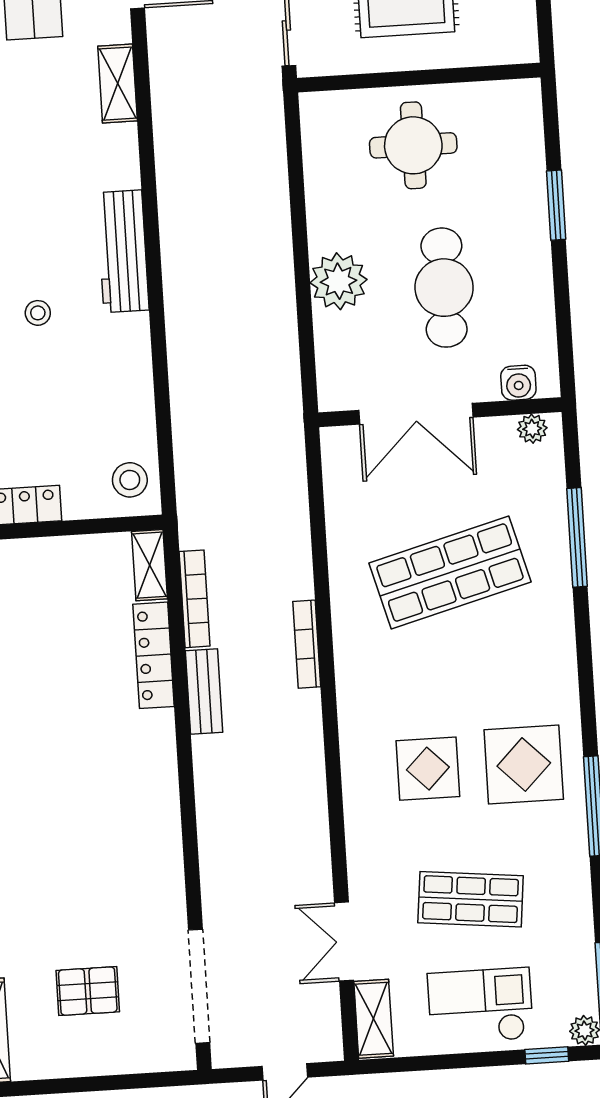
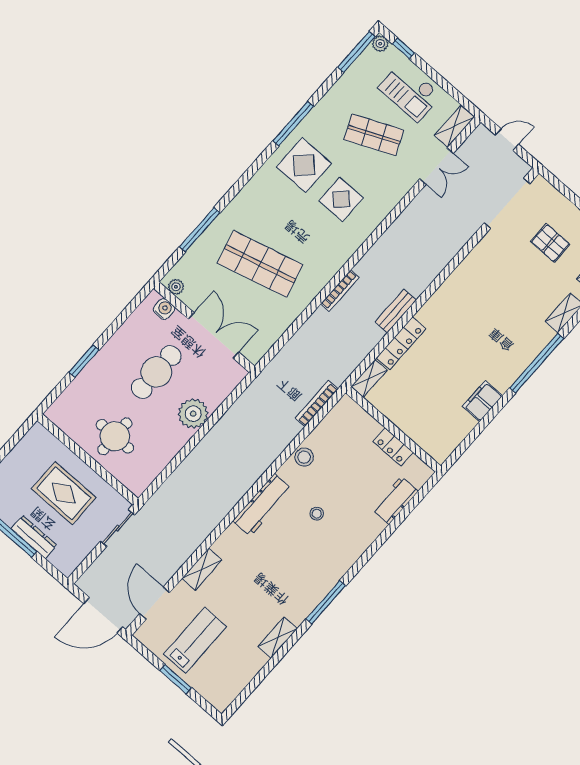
stool: (130, 480) -> (304, 457), moved
bookcase: (195, 599) -> (317, 404), moved
shop shelf: (471, 899) -> (374, 135), turned -30

